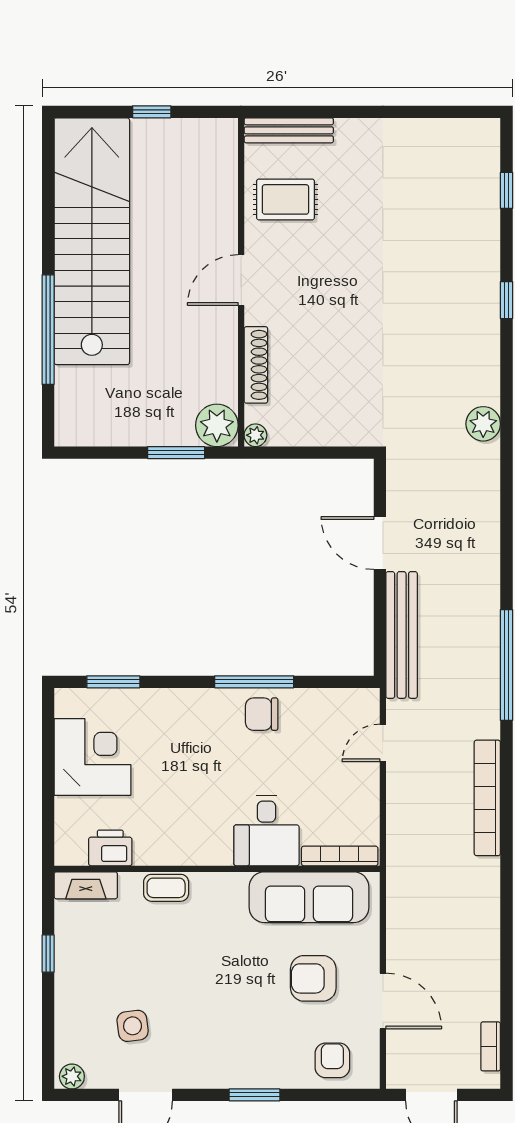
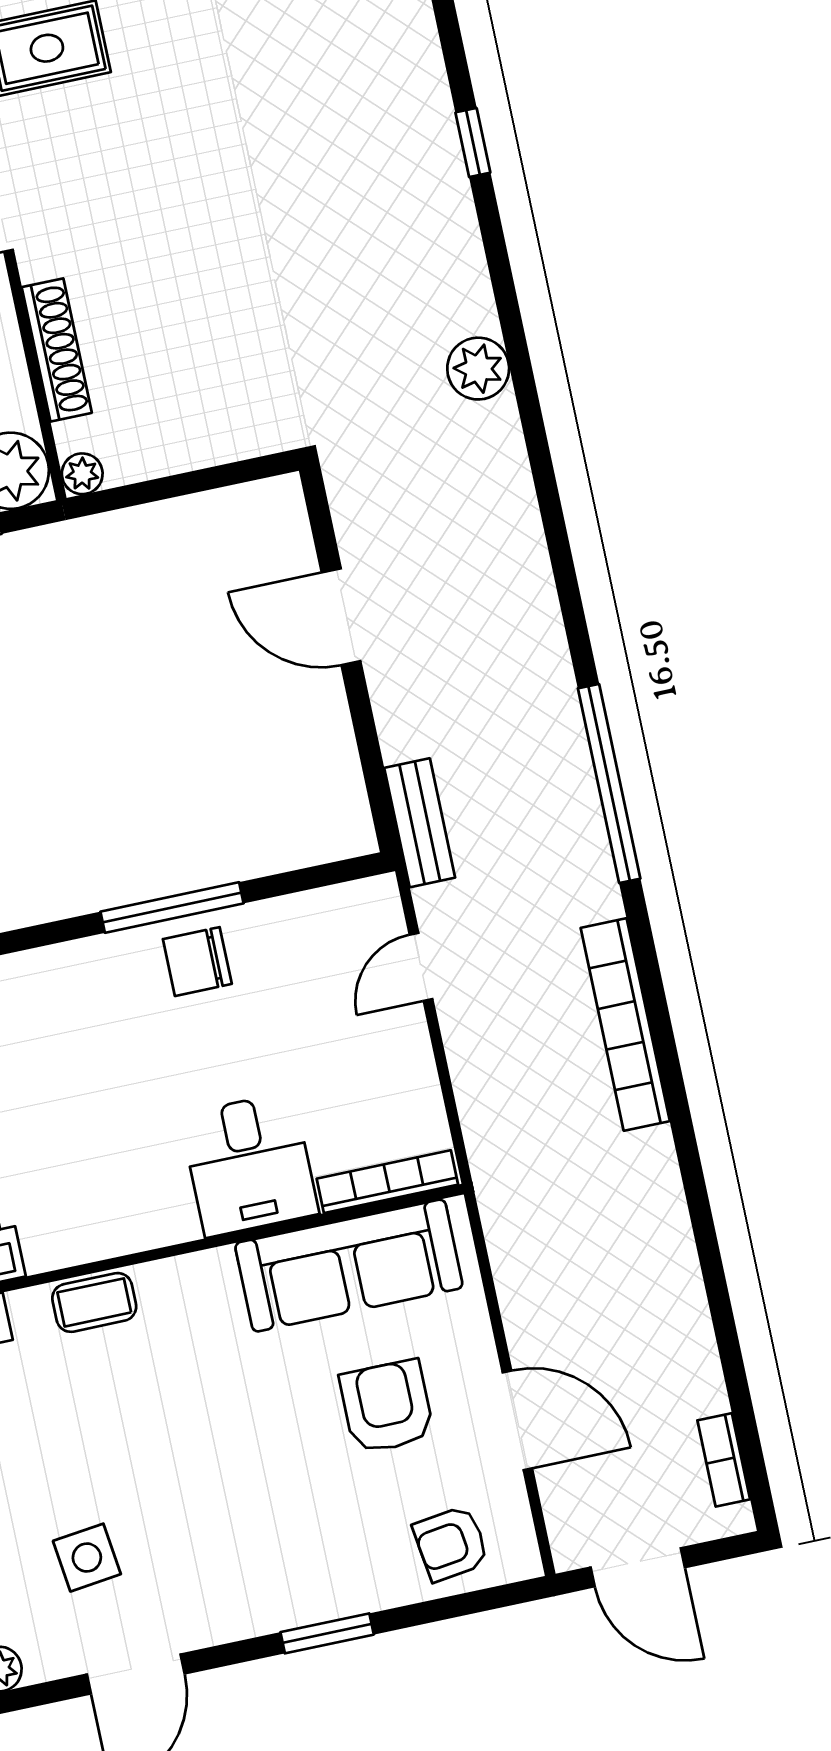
bench: (402, 635) -> (420, 823), width x0.54, depth x0.82
armchair: (313, 978) -> (387, 1407), turned 90
armchair: (332, 1060) -> (451, 1544), turned -98

